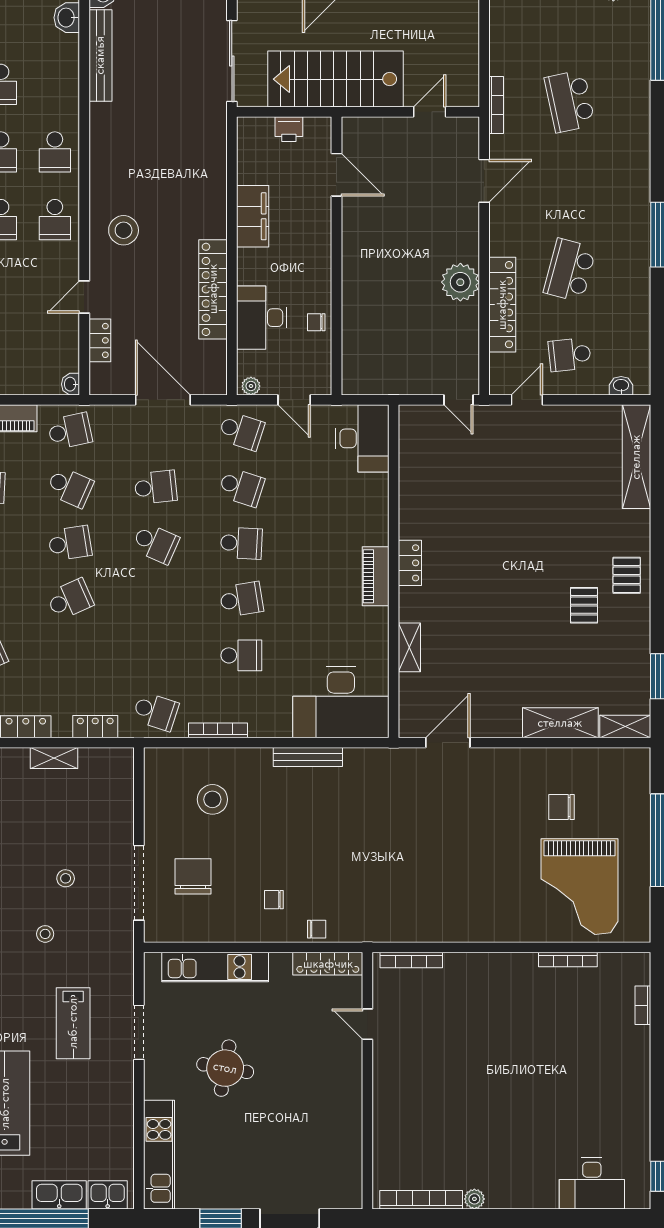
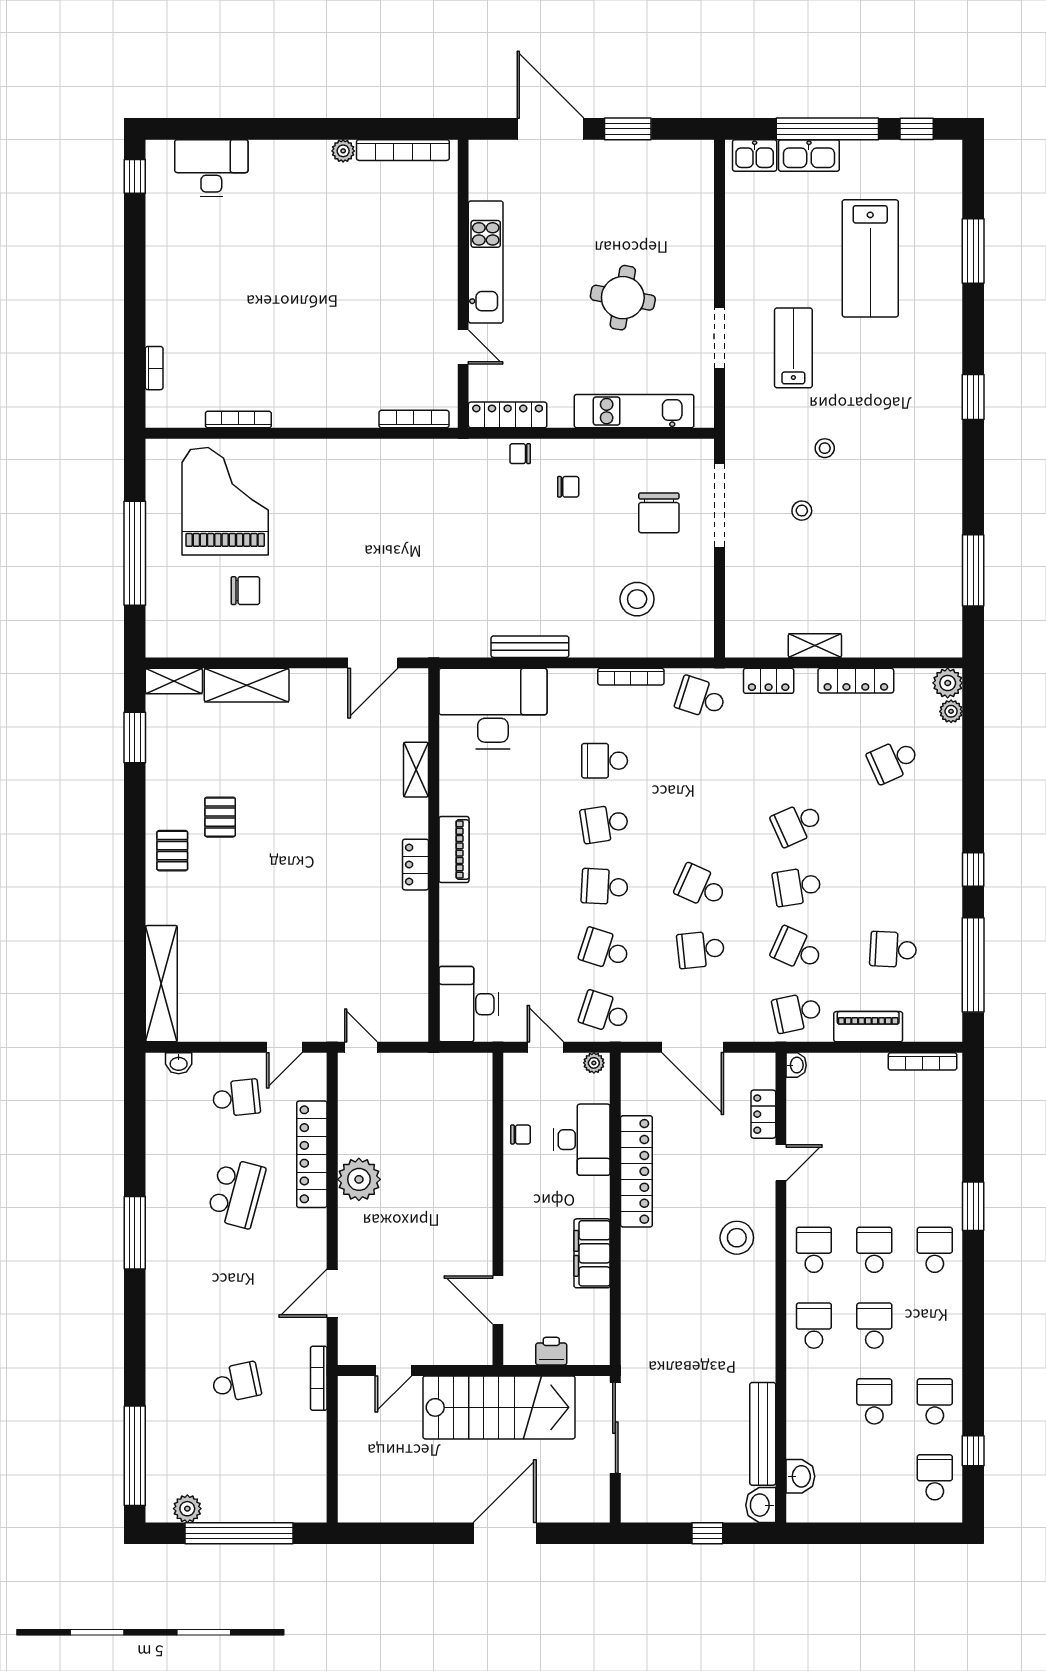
school desk: (570, 101) -> (236, 1382), width x0.54
kitchen unit: (159, 1155) -> (486, 262), moved, turned 180

